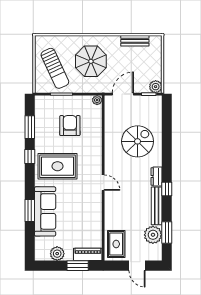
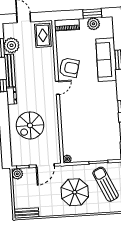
bench: (135, 41) -> (26, 213), moved
armchair: (70, 126) -> (69, 68), moved, turned -76
rug: (57, 166) -> (98, 100), removed
door: (103, 183) -> (57, 88), swing flipped
window: (78, 266) -> (92, 13), moved

